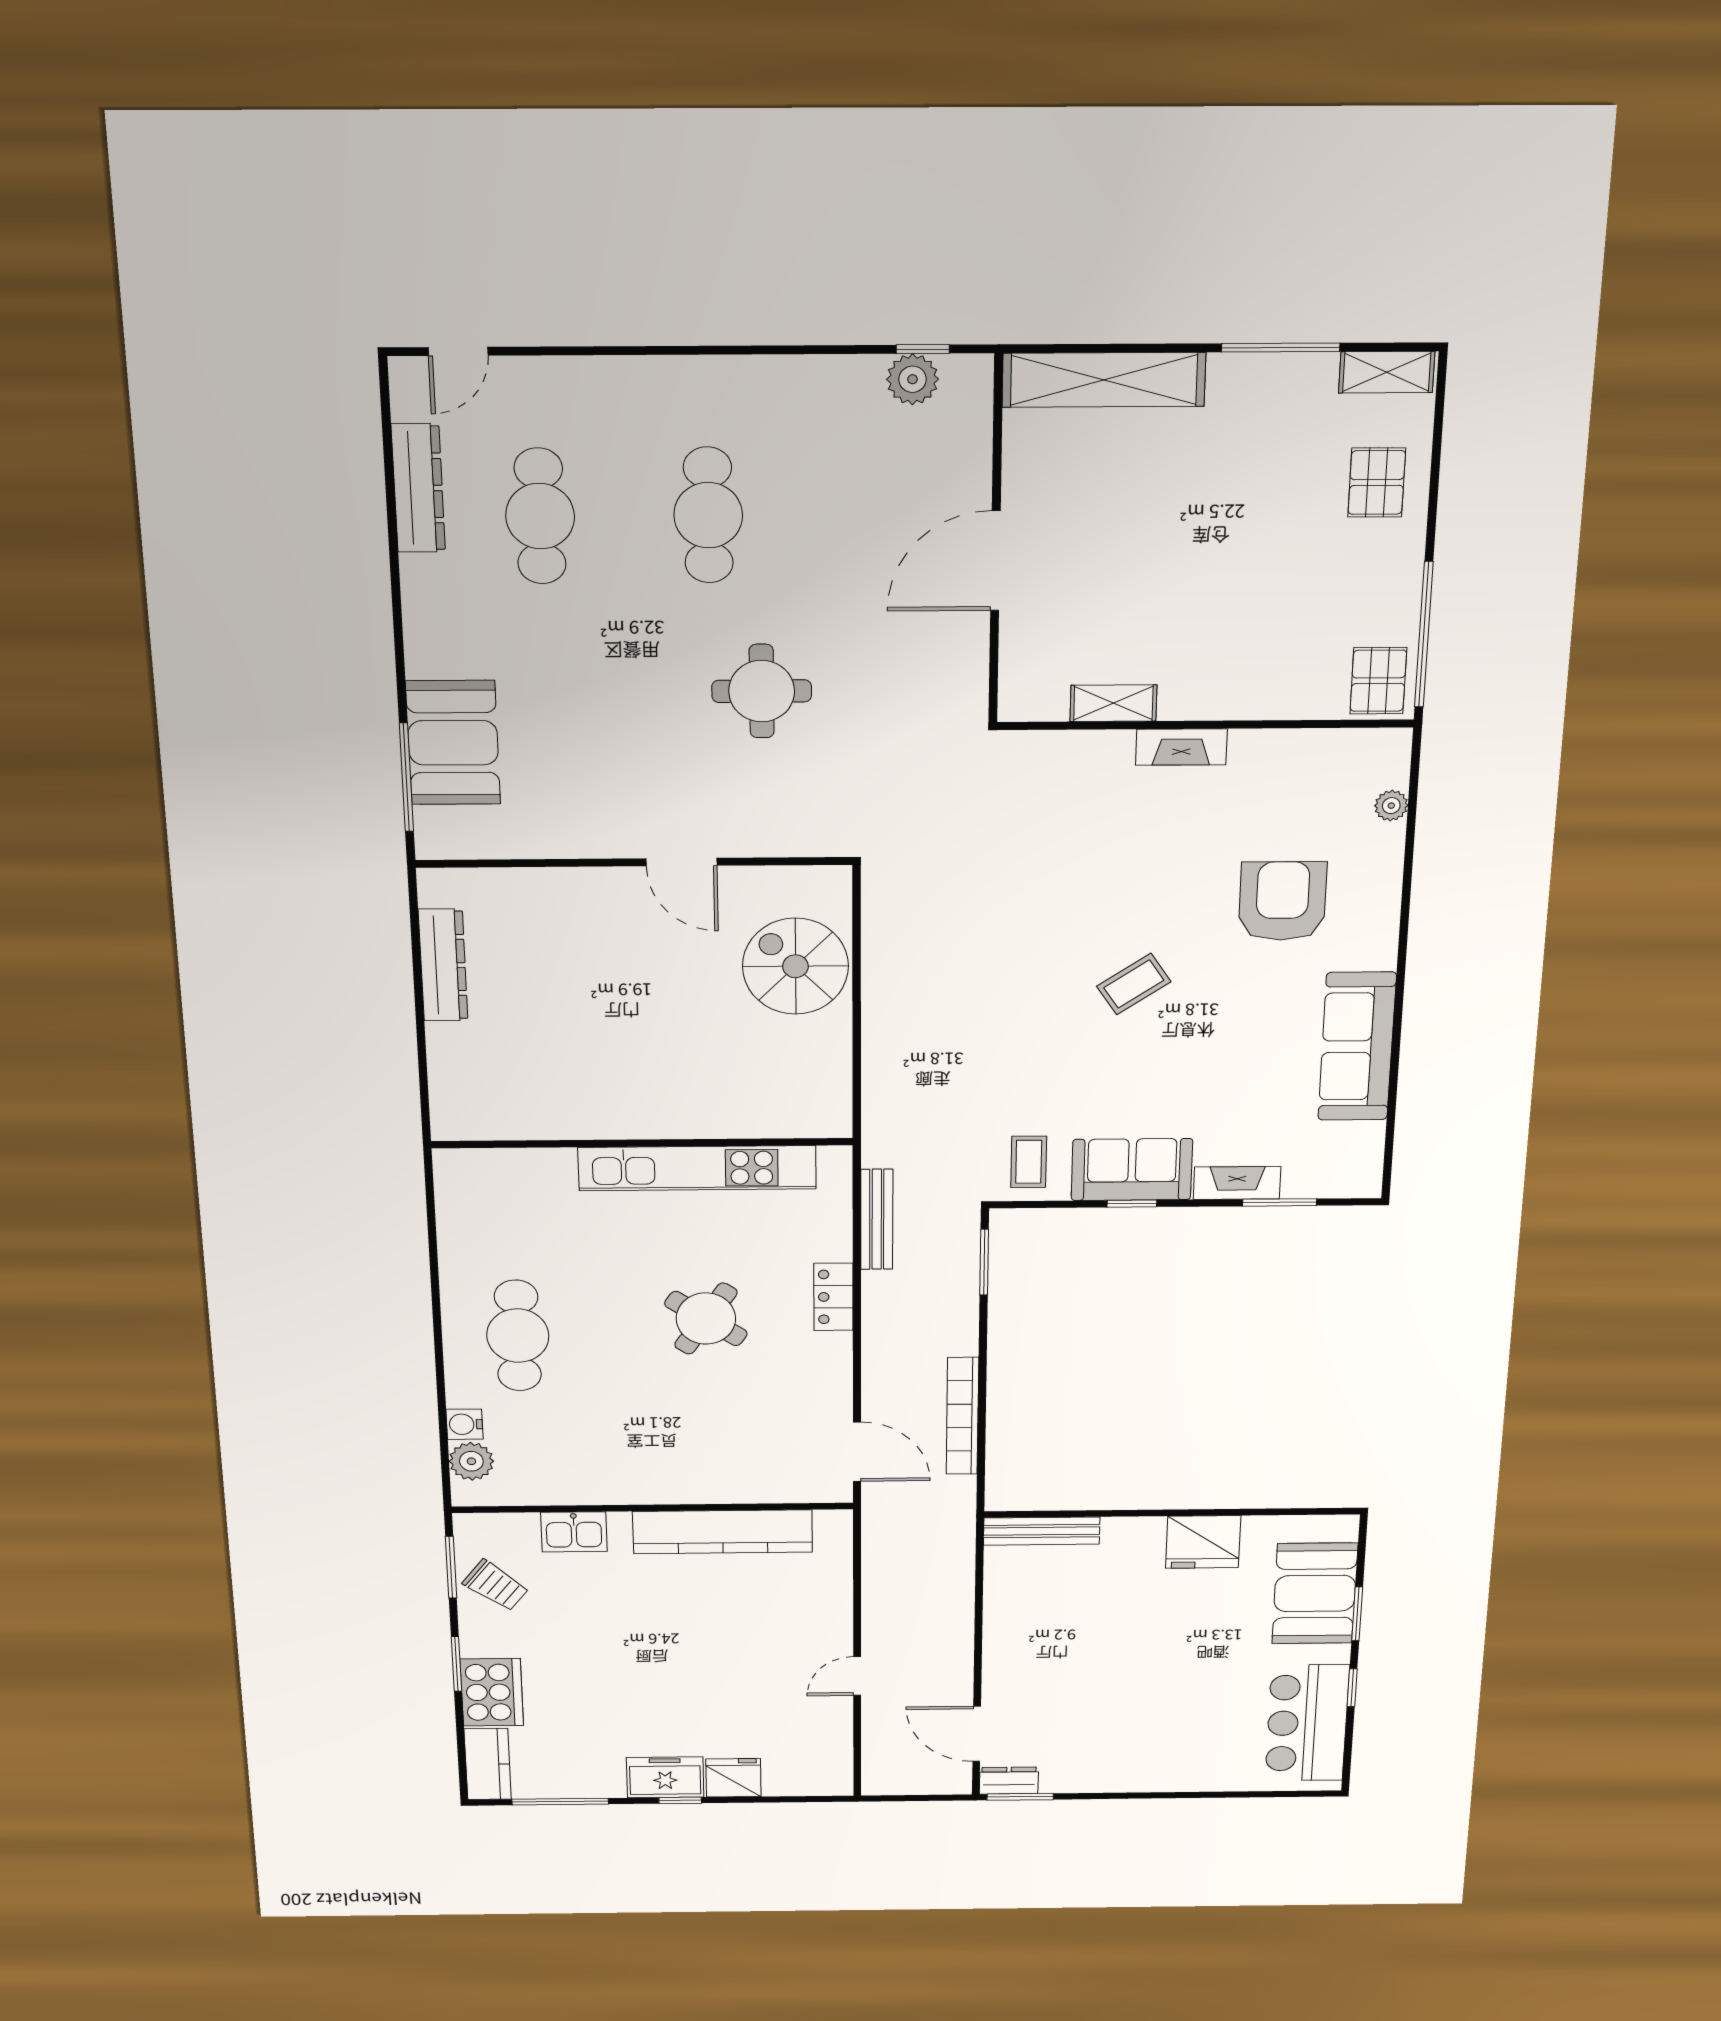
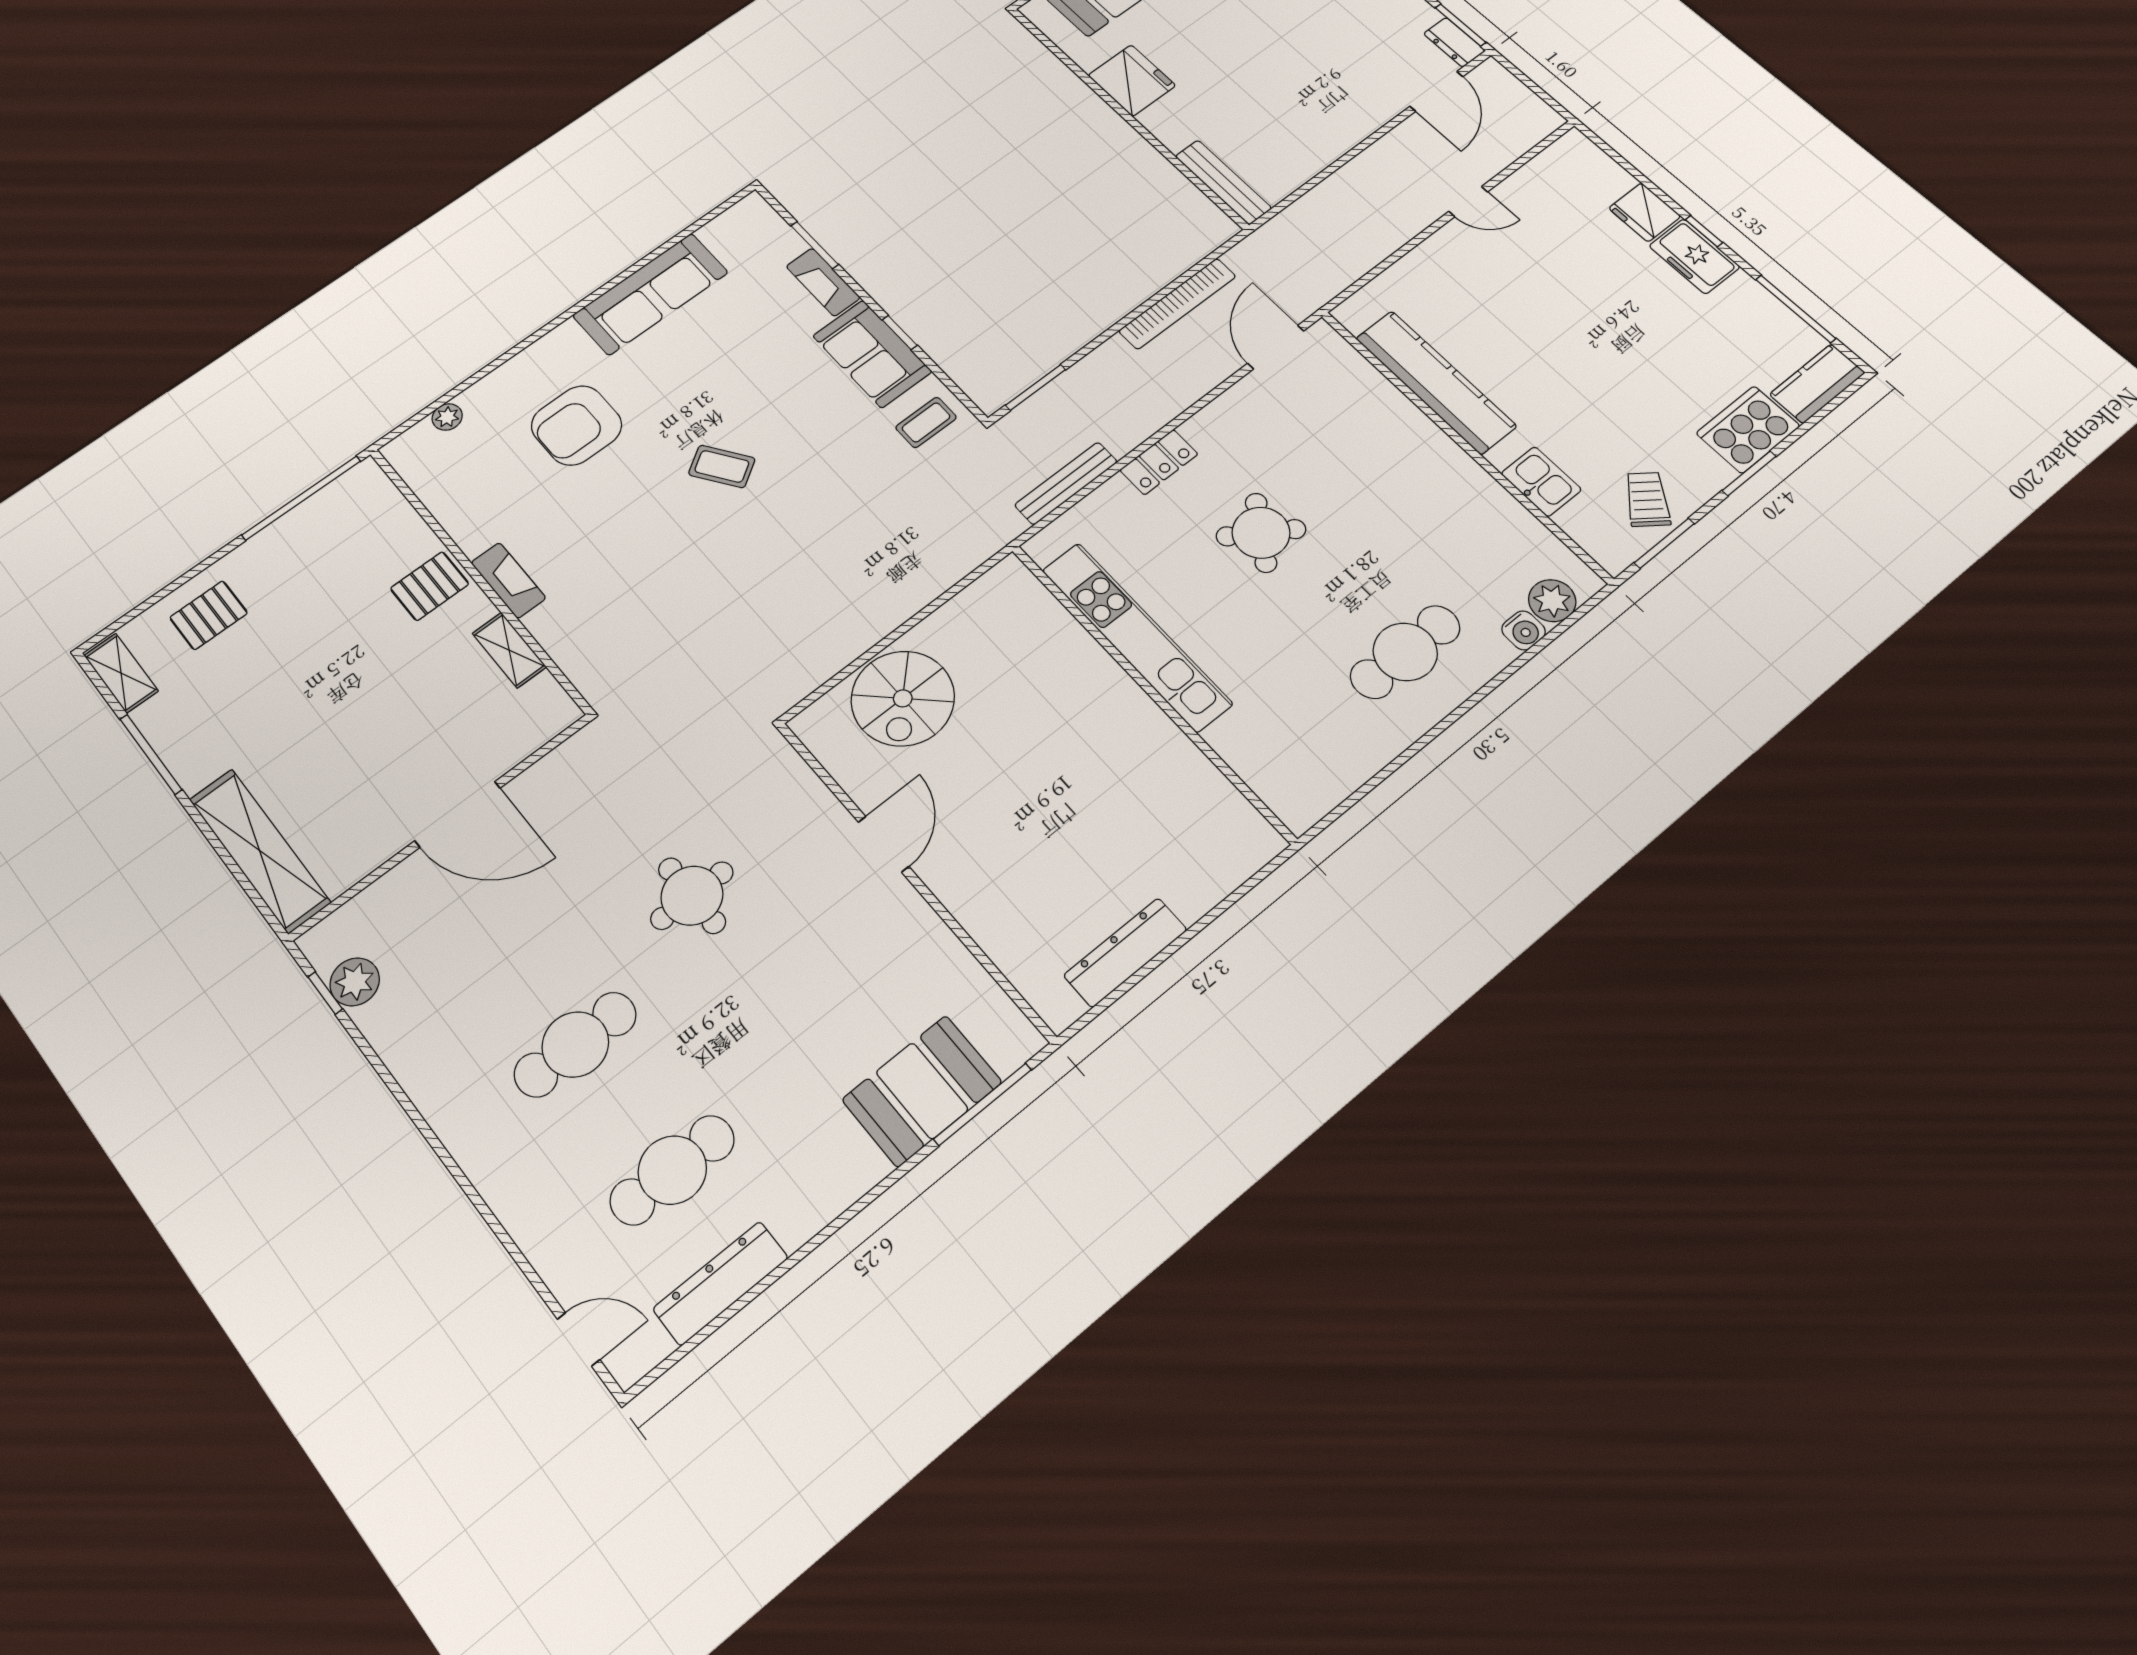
pallet: (1378, 681) -> (430, 586), moved

